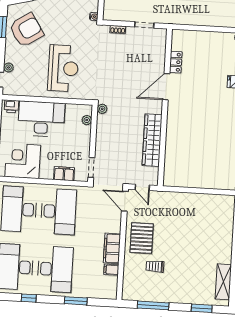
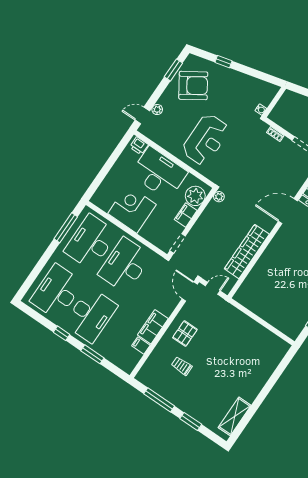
plant: (87, 120) -> (195, 196), width x1.88, depth x1.88
corner desk: (23, 161) -> (132, 209), moved
filing cabinet: (64, 174) -> (186, 215), moved, turned -90
door: (142, 187) -> (213, 288), swing flipped
desk: (58, 212) -> (125, 265), turned 180
pallet: (142, 238) -> (185, 333), width x0.67, depth x0.71
window: (29, 298) -> (62, 333), moved
window: (202, 308) -> (191, 421), moved

